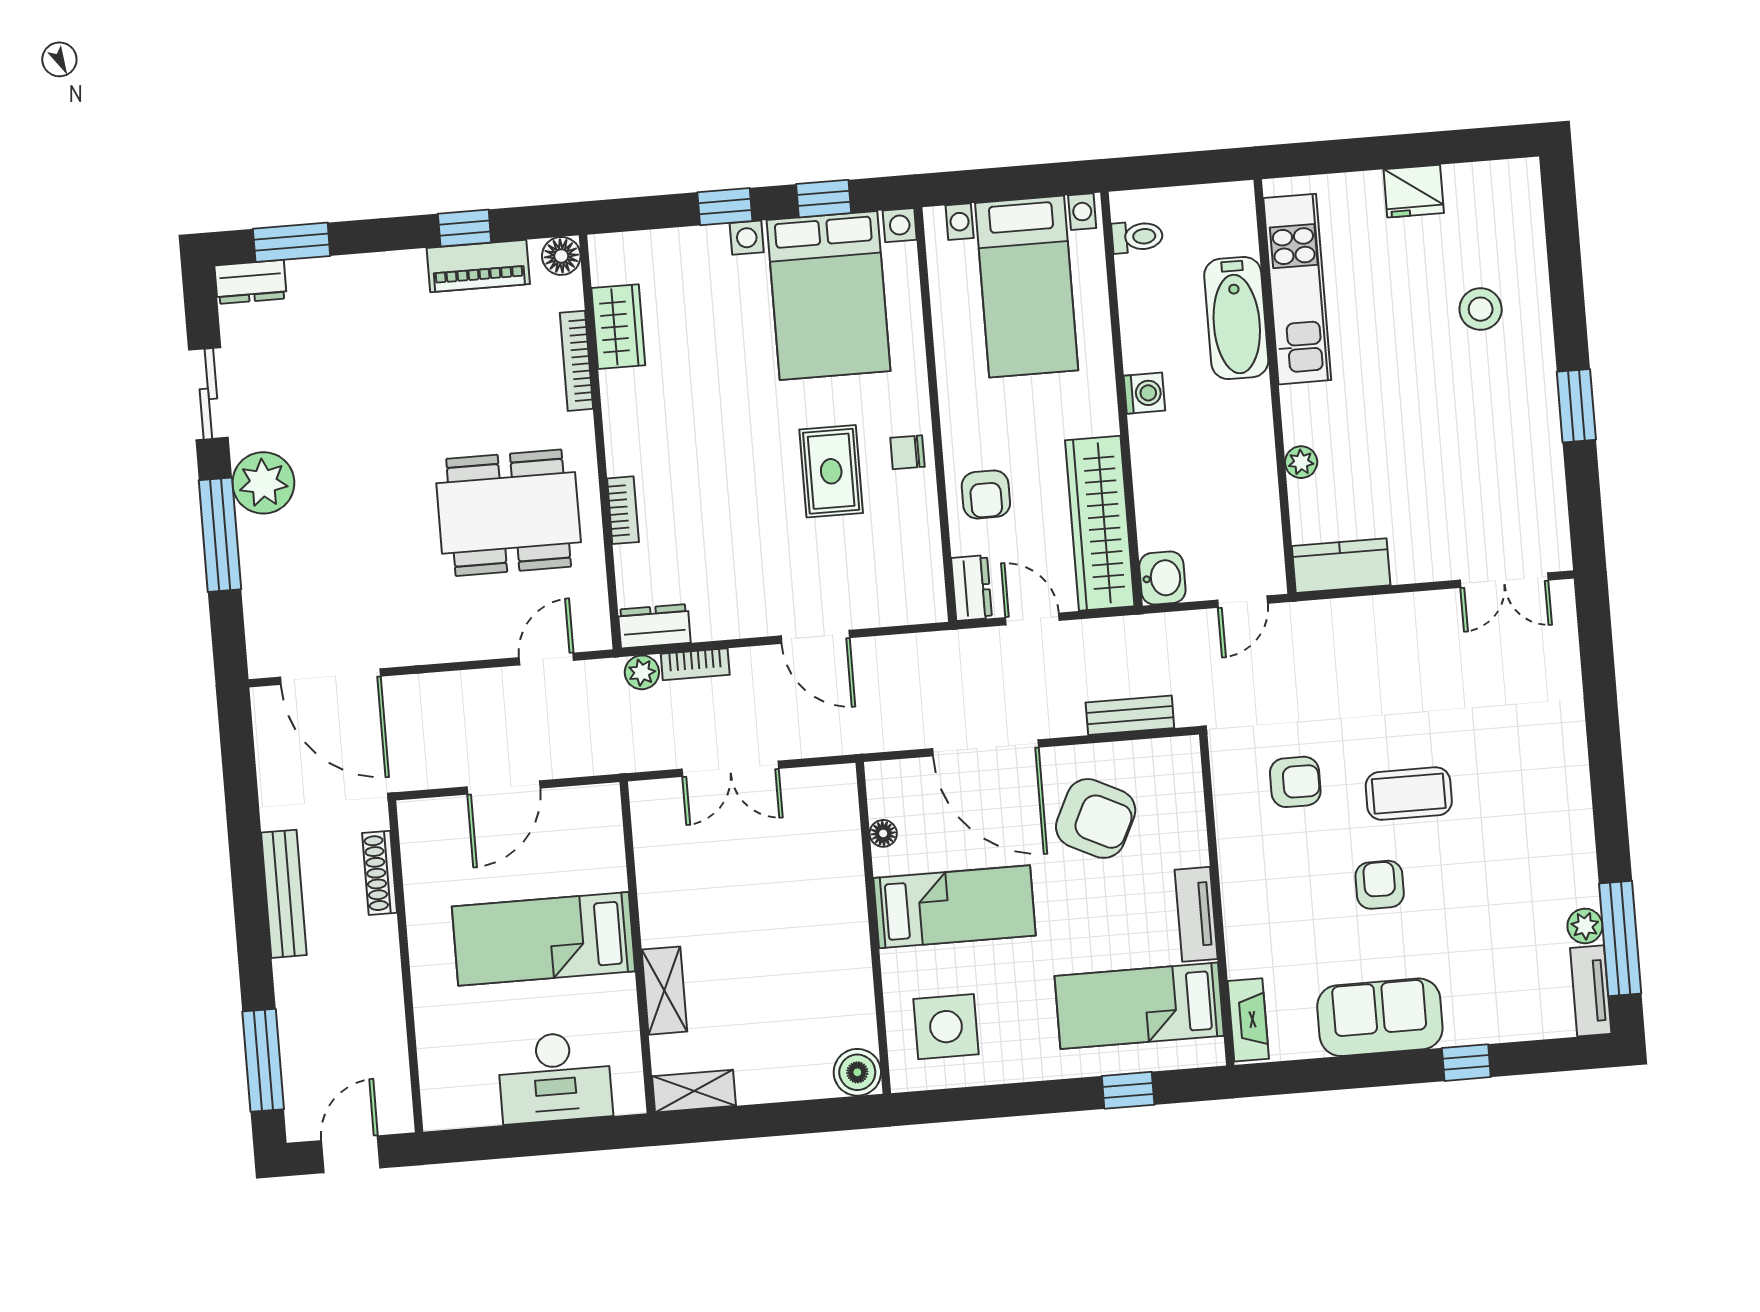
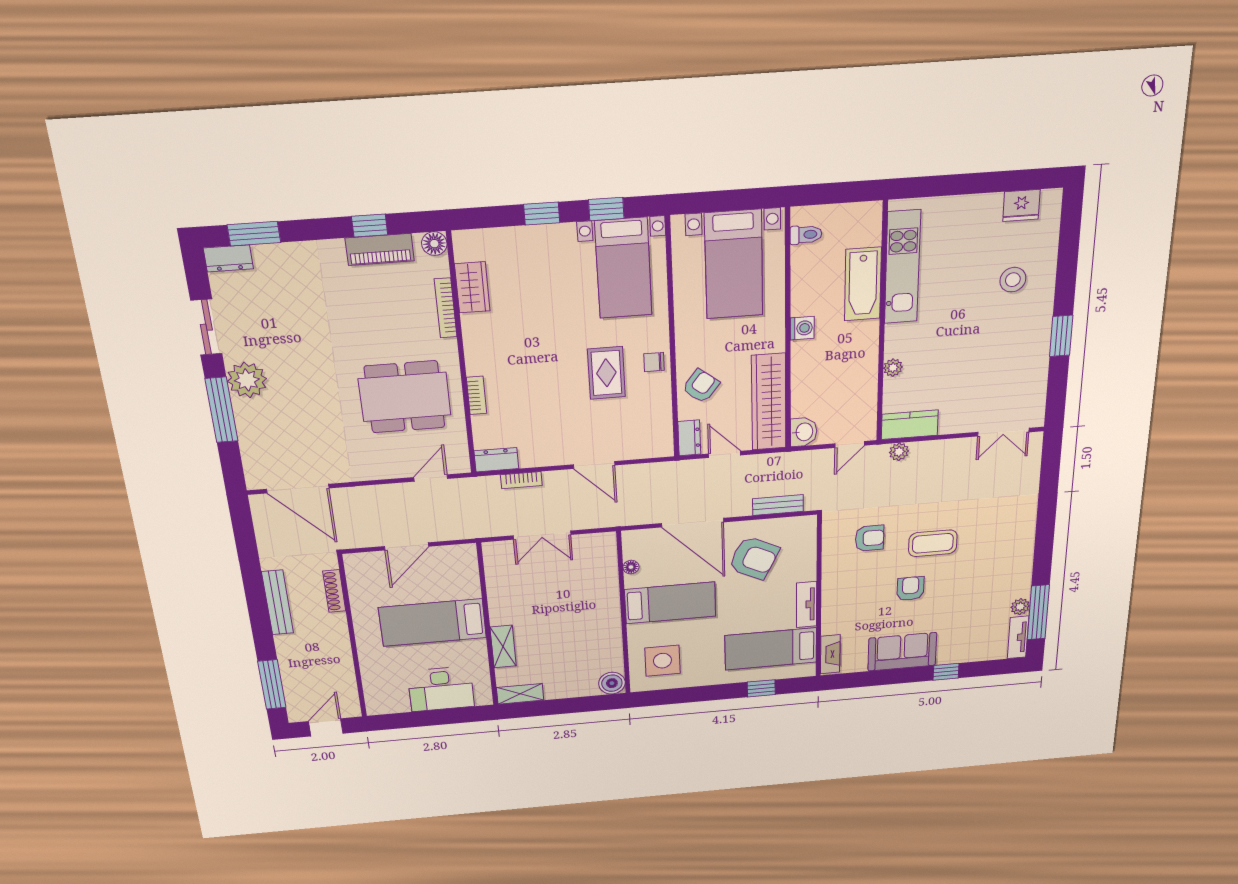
fridge: (1414, 191) -> (1021, 205), moved
bed with nightstands: (828, 295) -> (623, 268), width x0.73
armchair: (986, 494) -> (701, 386), turned -142
plant: (642, 672) -> (899, 452), moved

